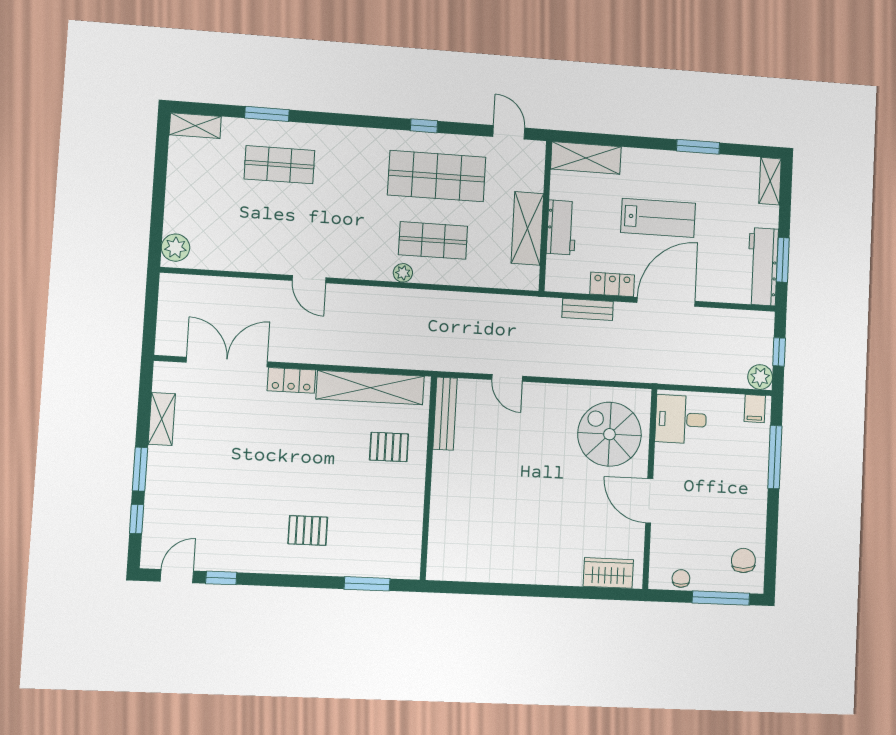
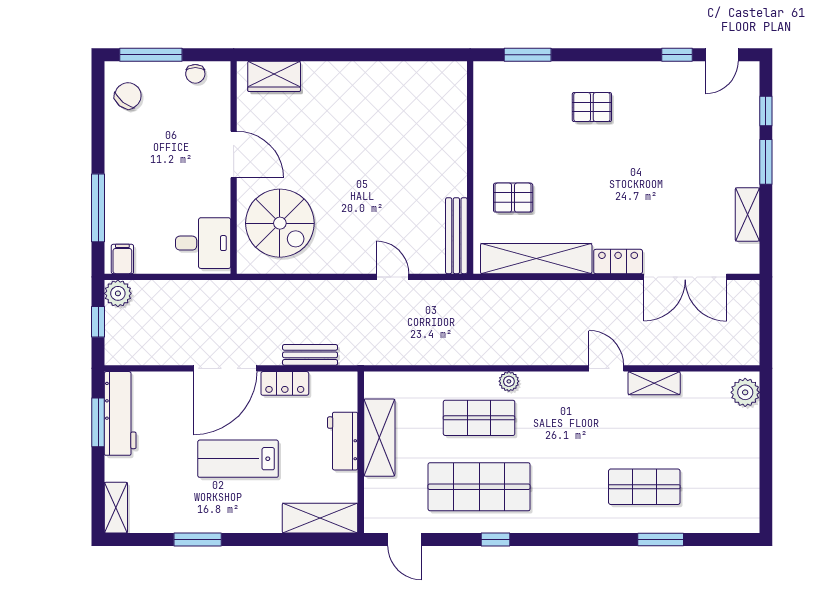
shelving: (195, 126) -> (654, 383), moved
chair: (743, 560) -> (128, 96), turned -138

